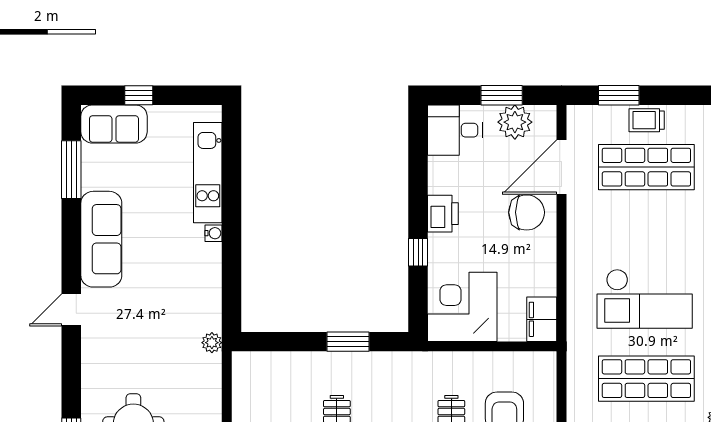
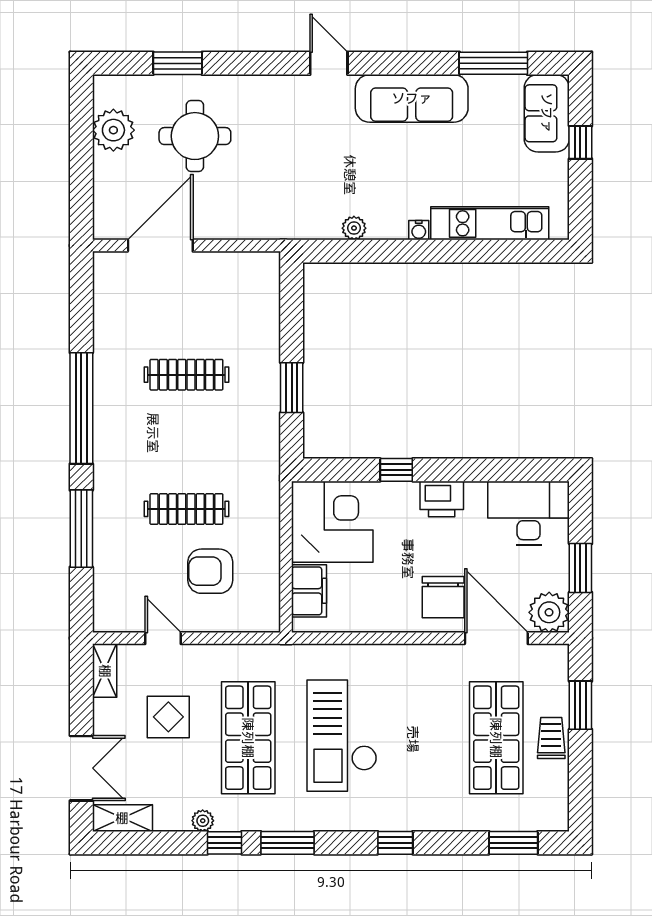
plant: (515, 122) -> (549, 612), moved
desk: (455, 130) -> (529, 513), width x1.37
filing cabinet: (542, 319) -> (309, 591), moved, turned 90
plant: (212, 343) -> (354, 228), moved

